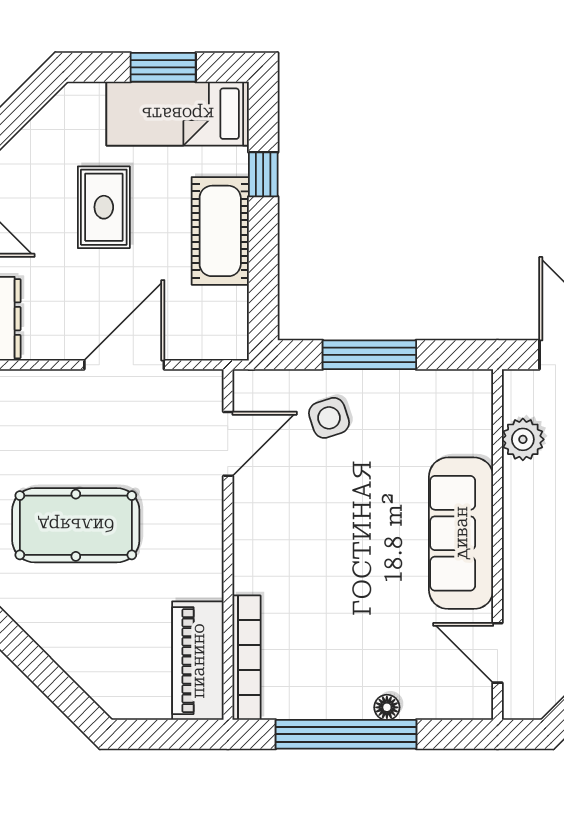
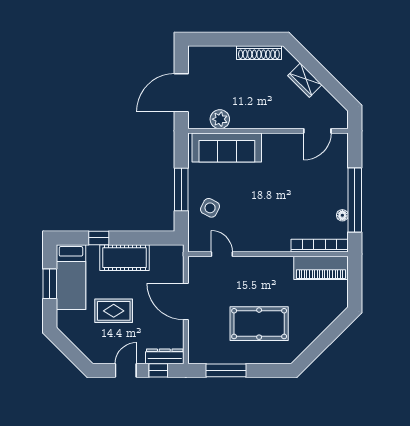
side table: (329, 418) -> (210, 208), turned 45
door: (228, 444) -> (222, 254), width x0.73
pool table: (76, 525) -> (259, 324), turned 90
sofa: (461, 533) -> (227, 147), moved
floor lamp: (387, 707) -> (342, 215), moved

